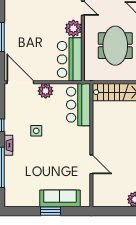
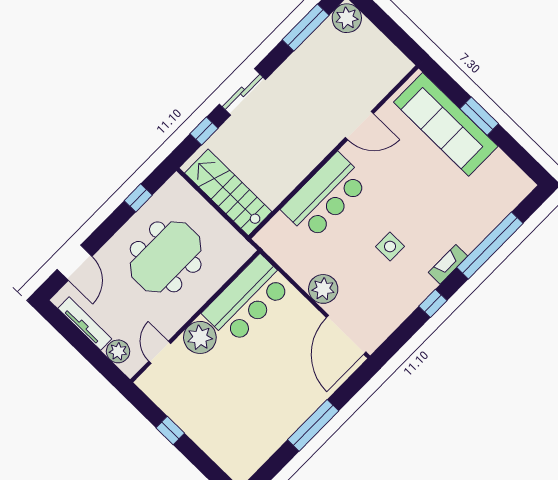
bar counter: (78, 105) -> (325, 196), moved
door: (91, 164) -> (359, 126), swing flipped
sofa: (60, 198) -> (446, 124), width x1.36, depth x1.27

